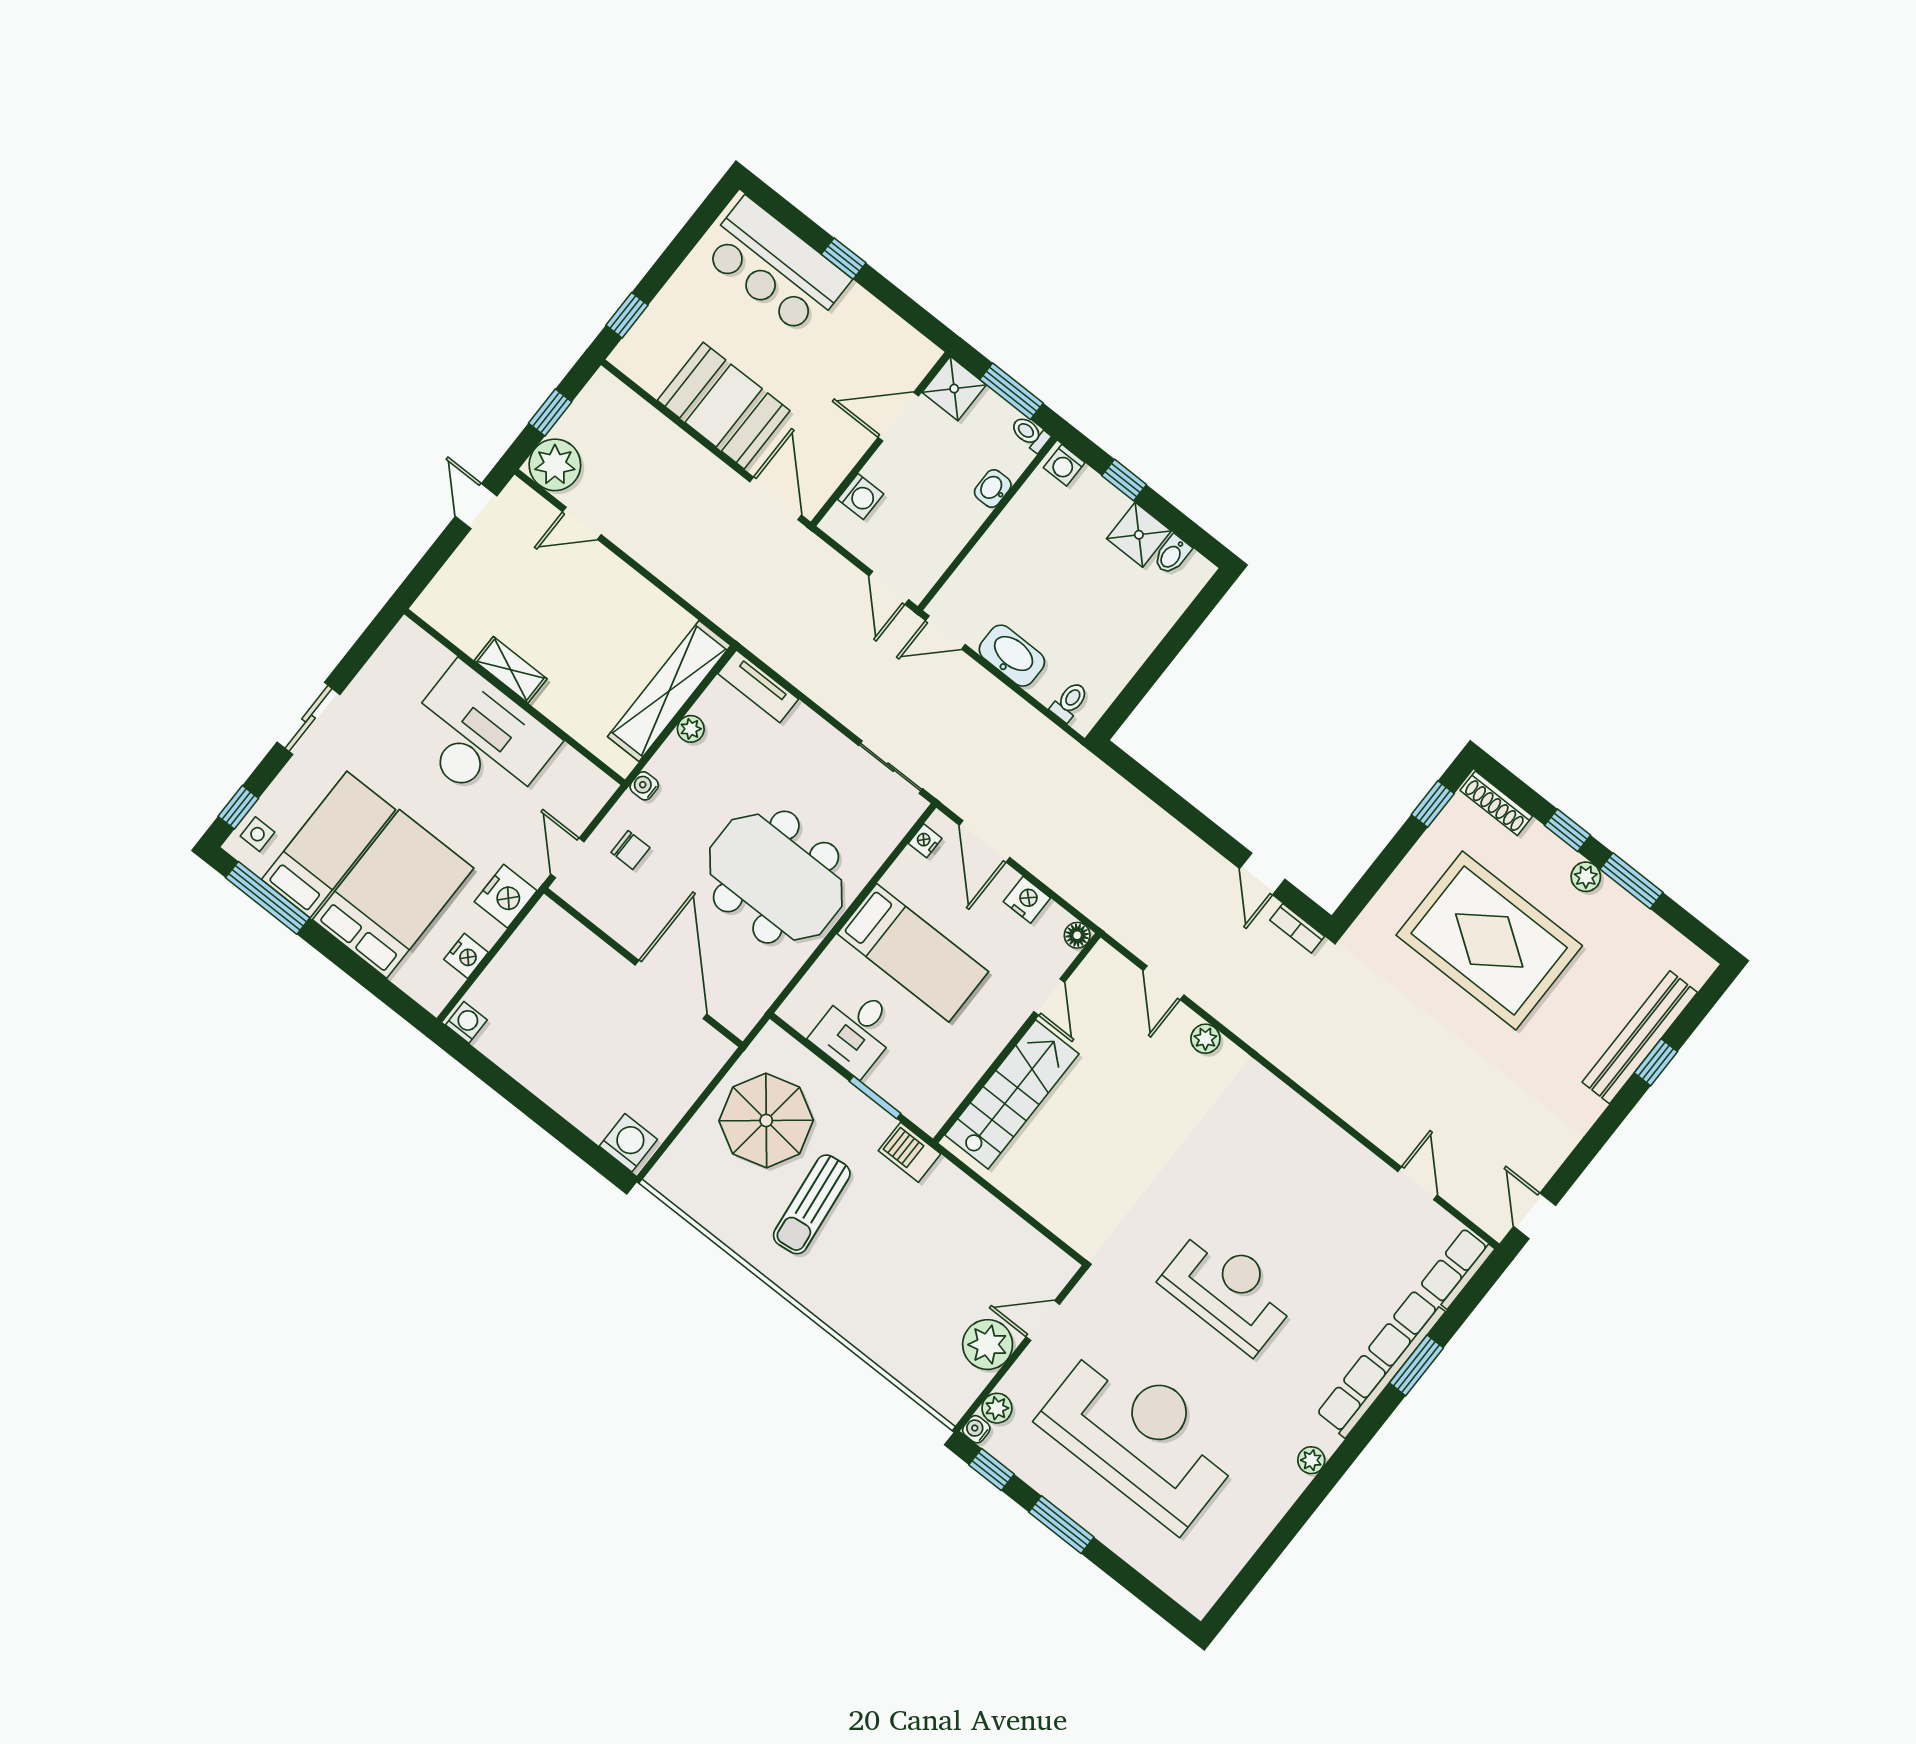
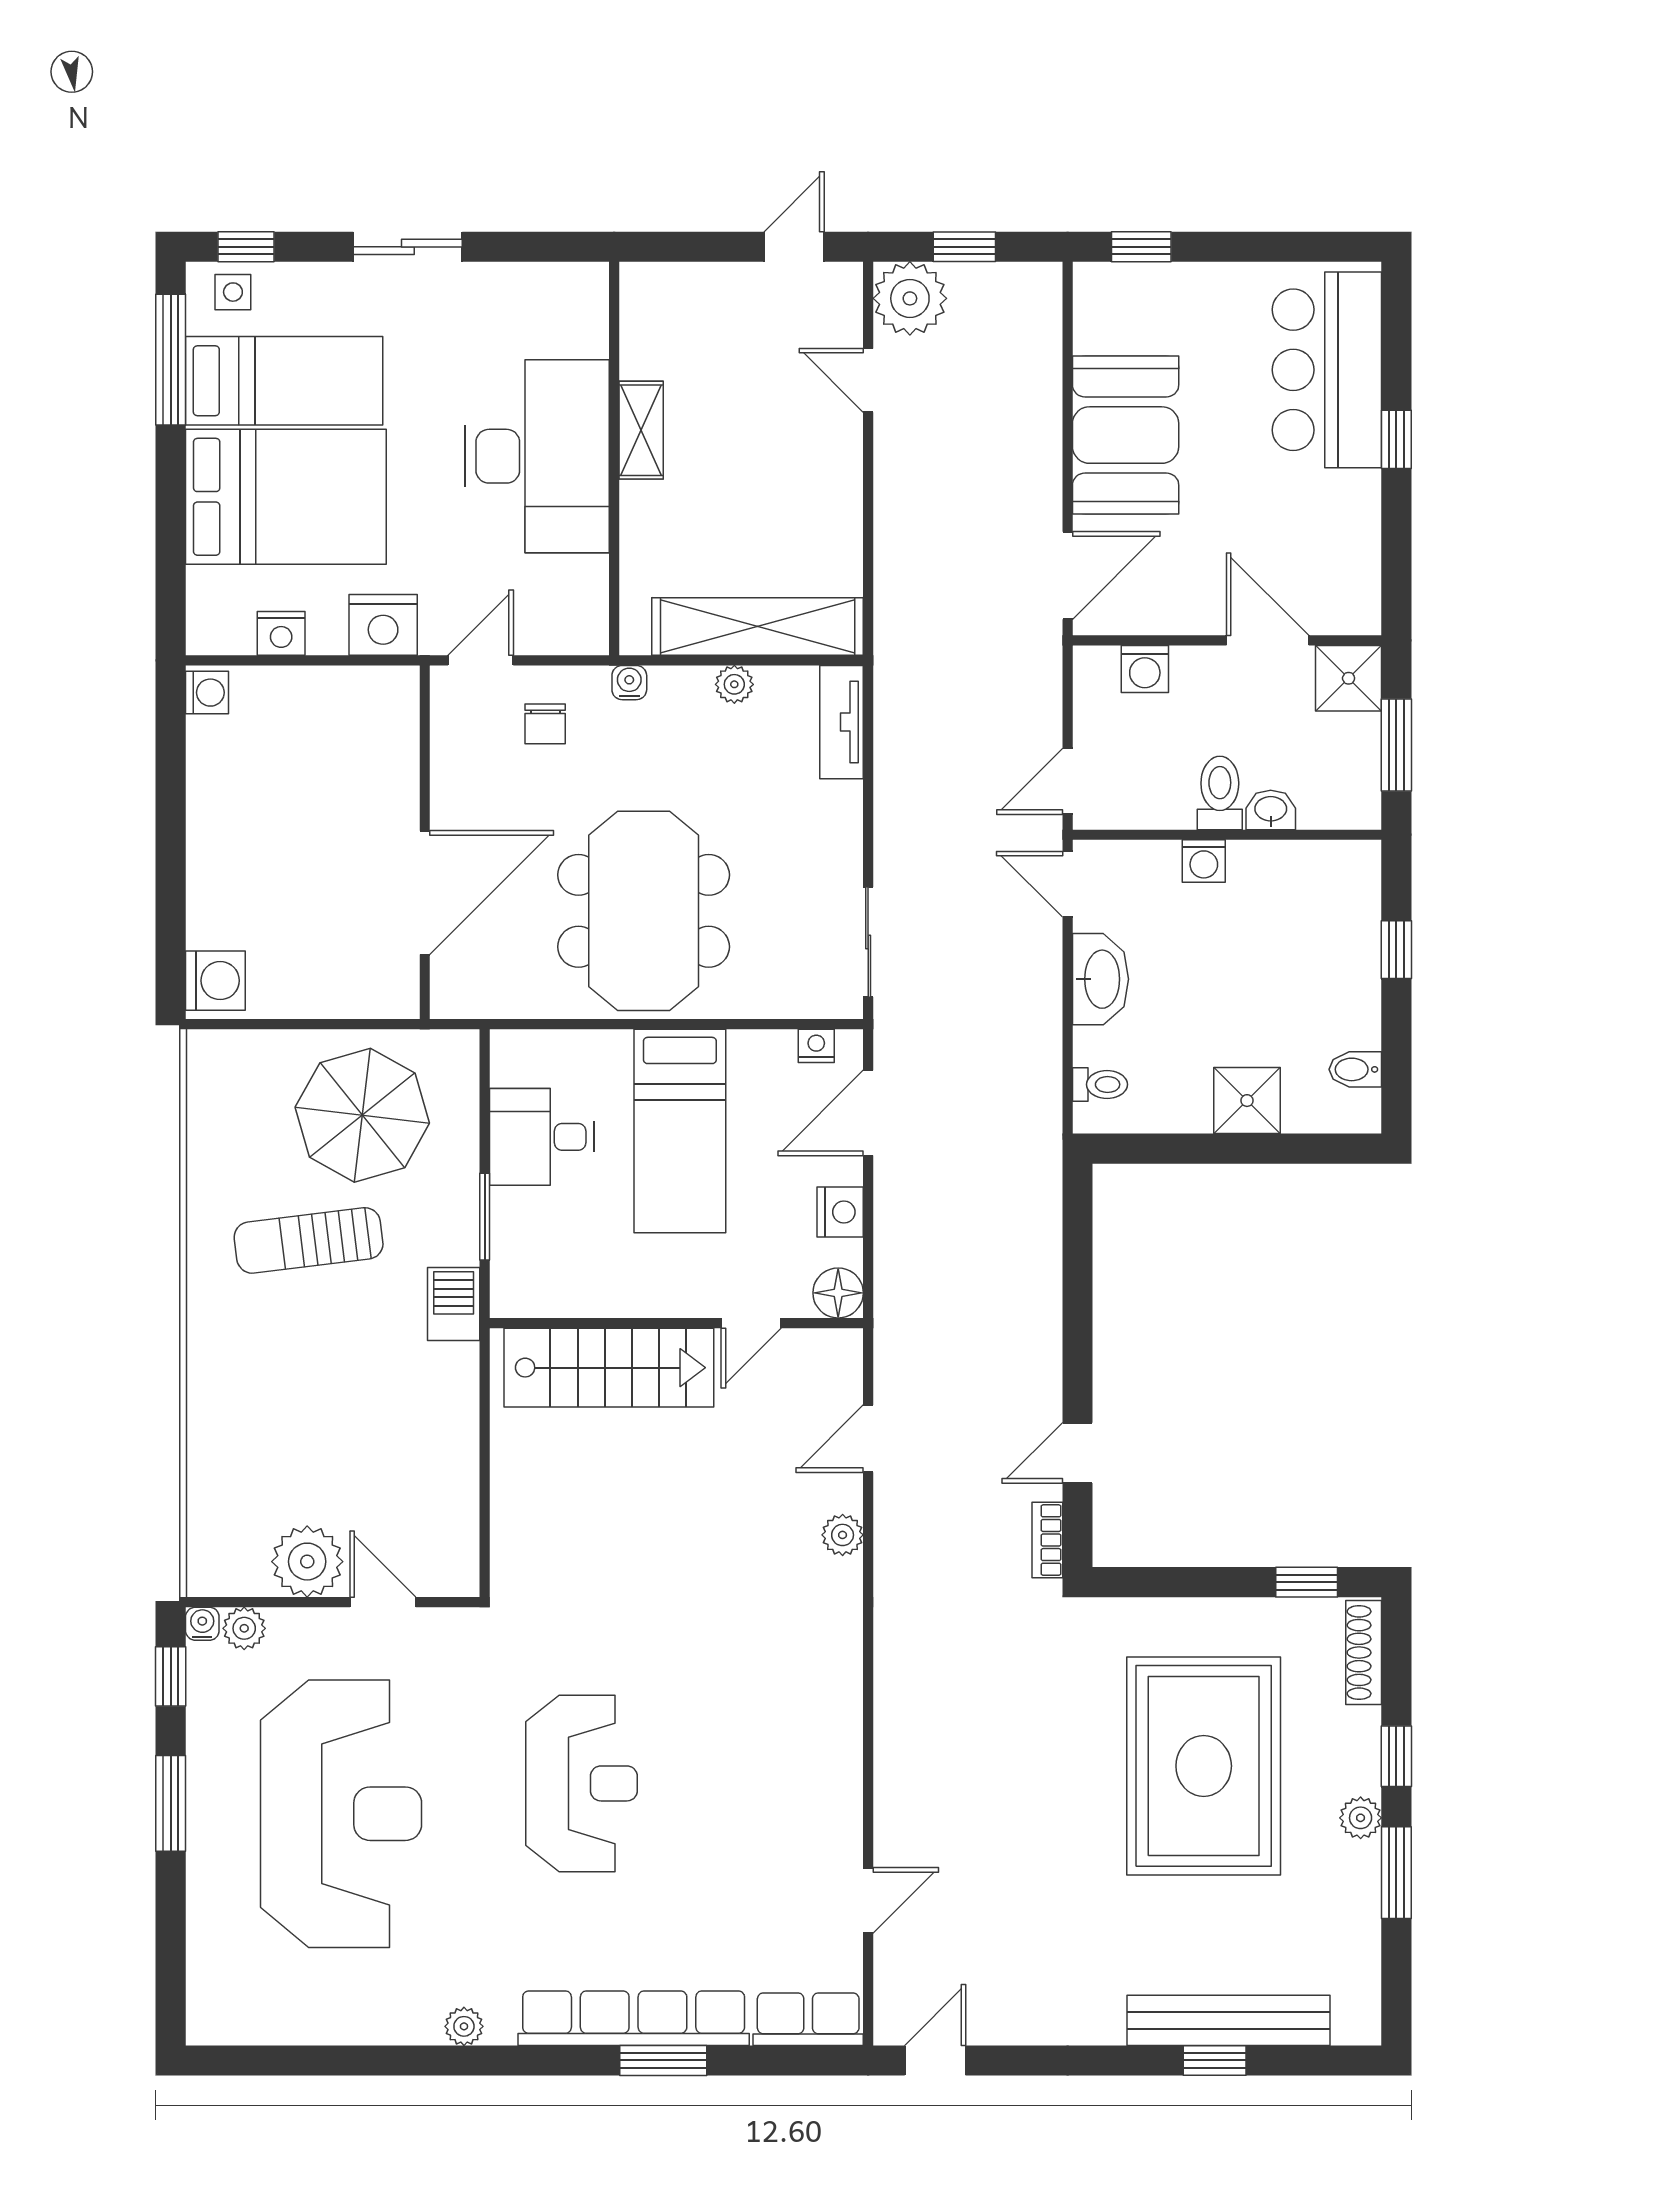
toilet: (1030, 434) -> (1220, 793), moved, width x1.37, depth x1.39
washing machine: (1064, 465) -> (1204, 861), moved, turned -90
shower: (1139, 535) -> (1247, 1101), moved
floor lamp: (1077, 935) -> (838, 1293), width x1.37, depth x1.37

